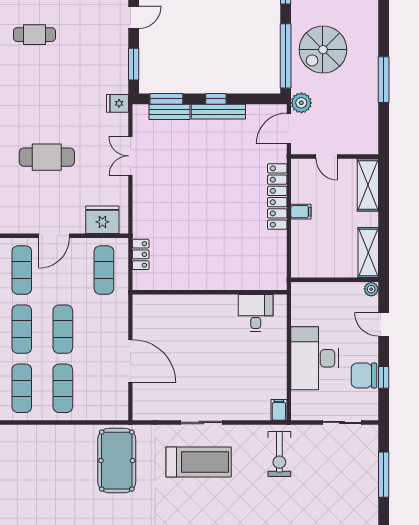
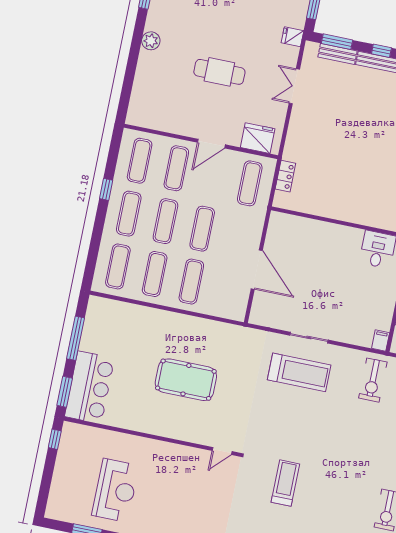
pool table: (117, 461) -> (186, 380), moved, turned 90

